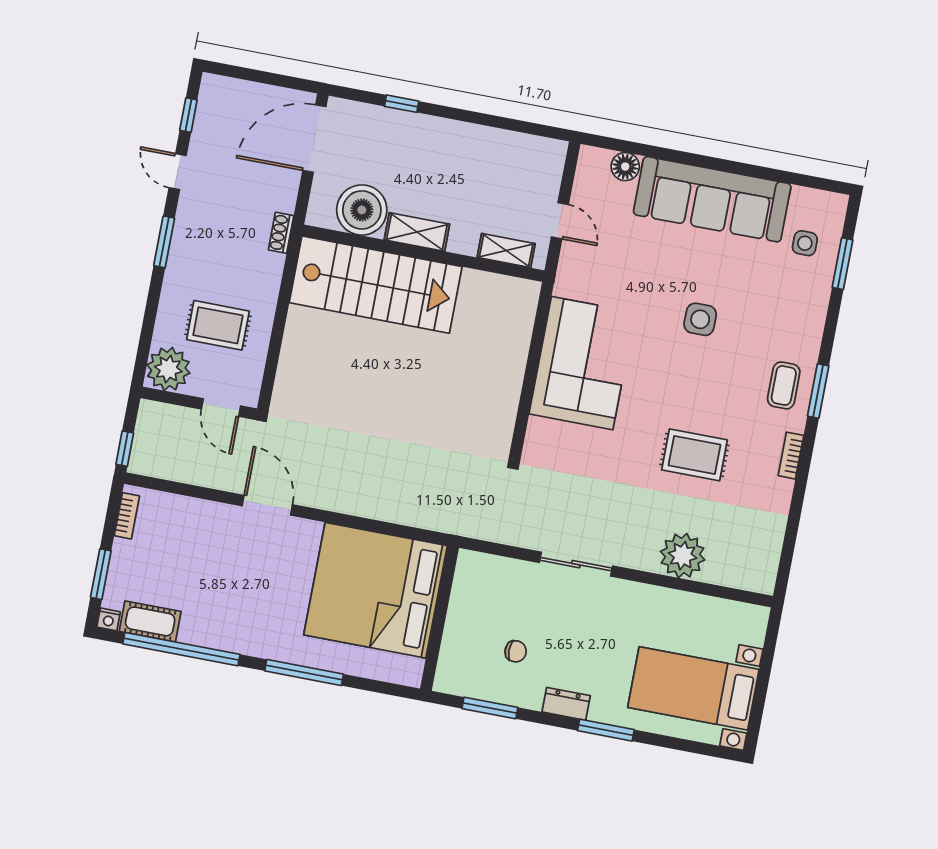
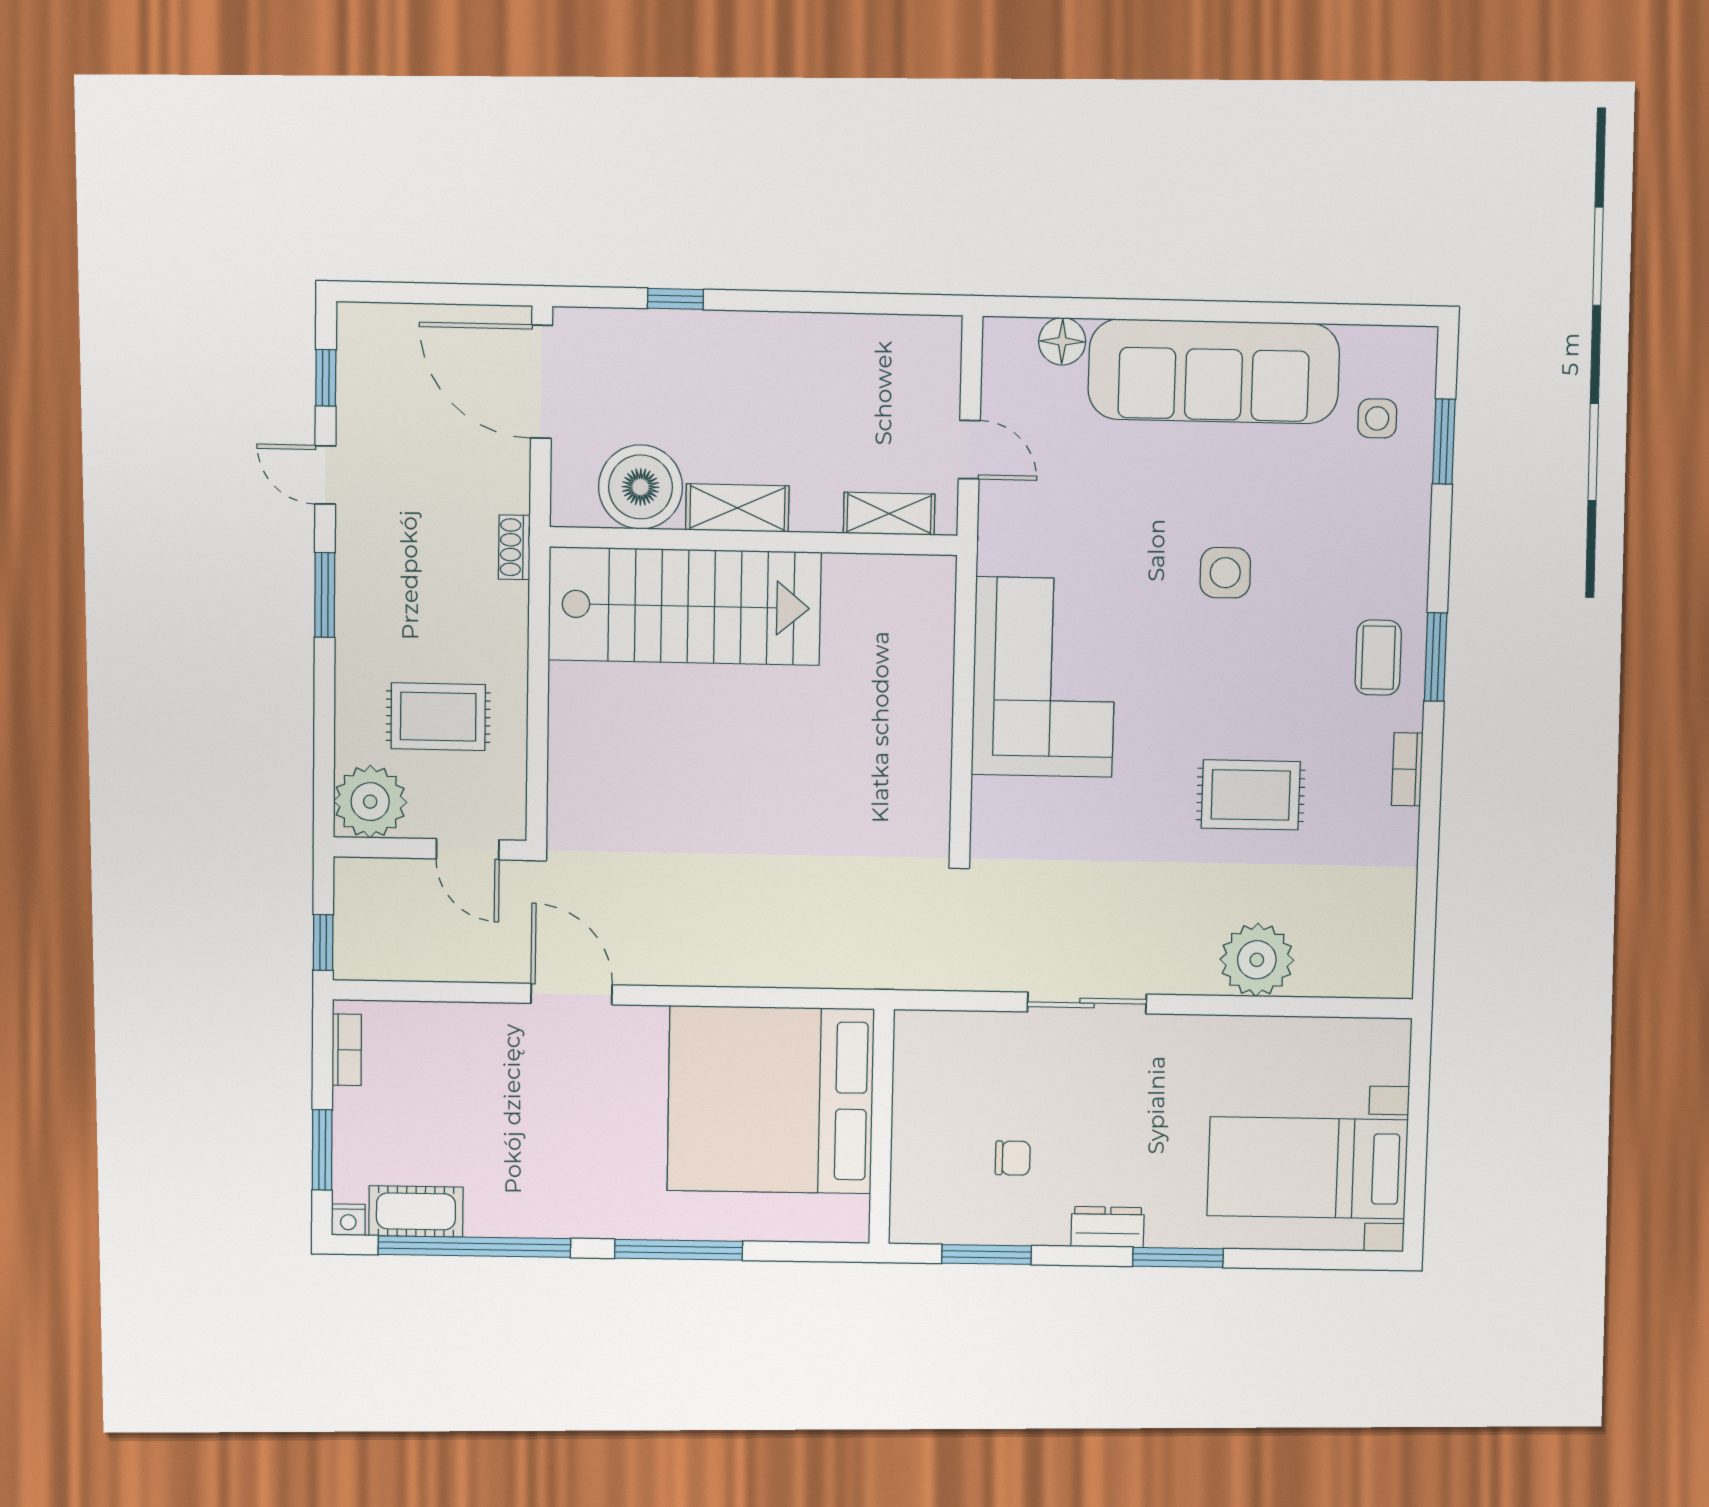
door: (314, 139) -> (541, 382), hinge flipped

